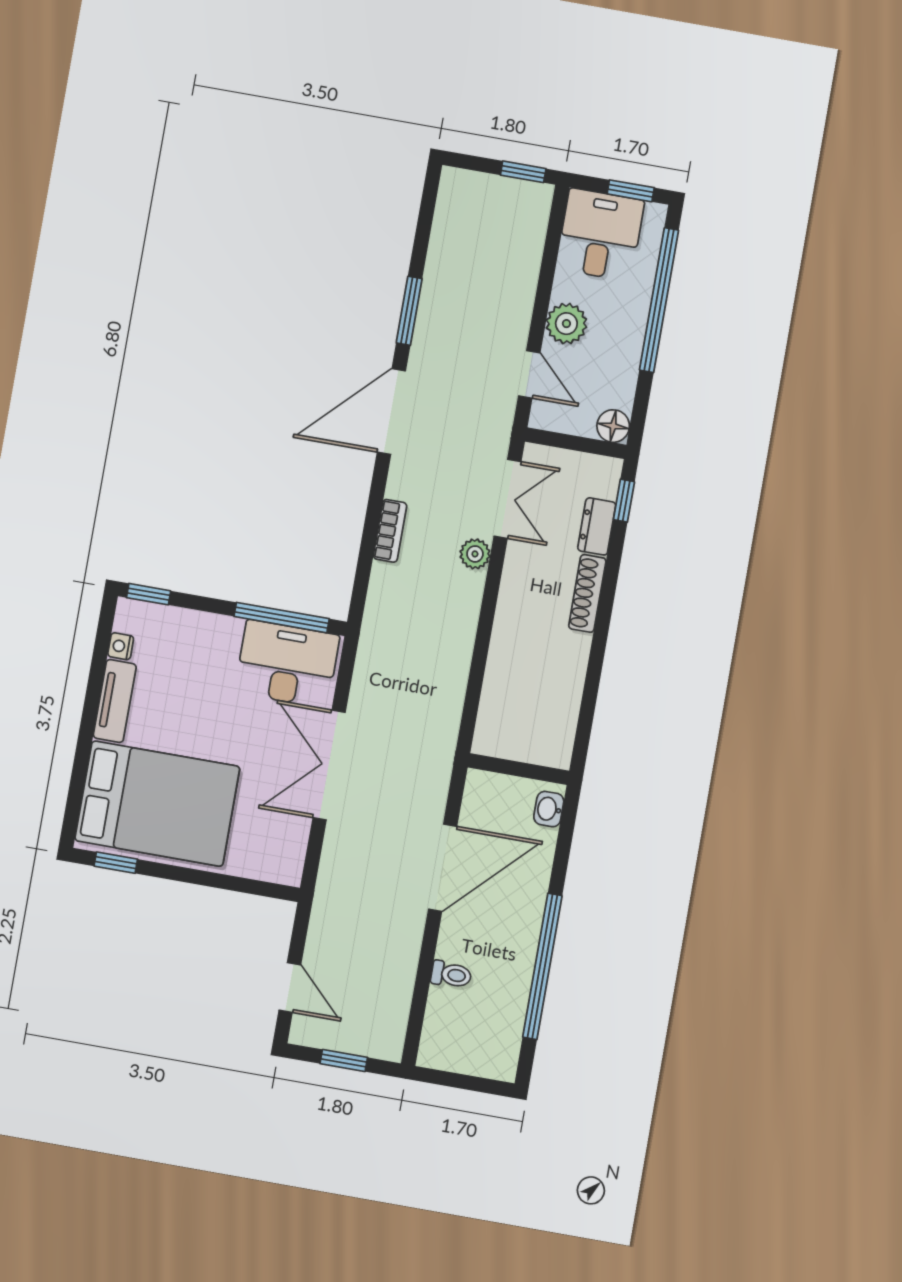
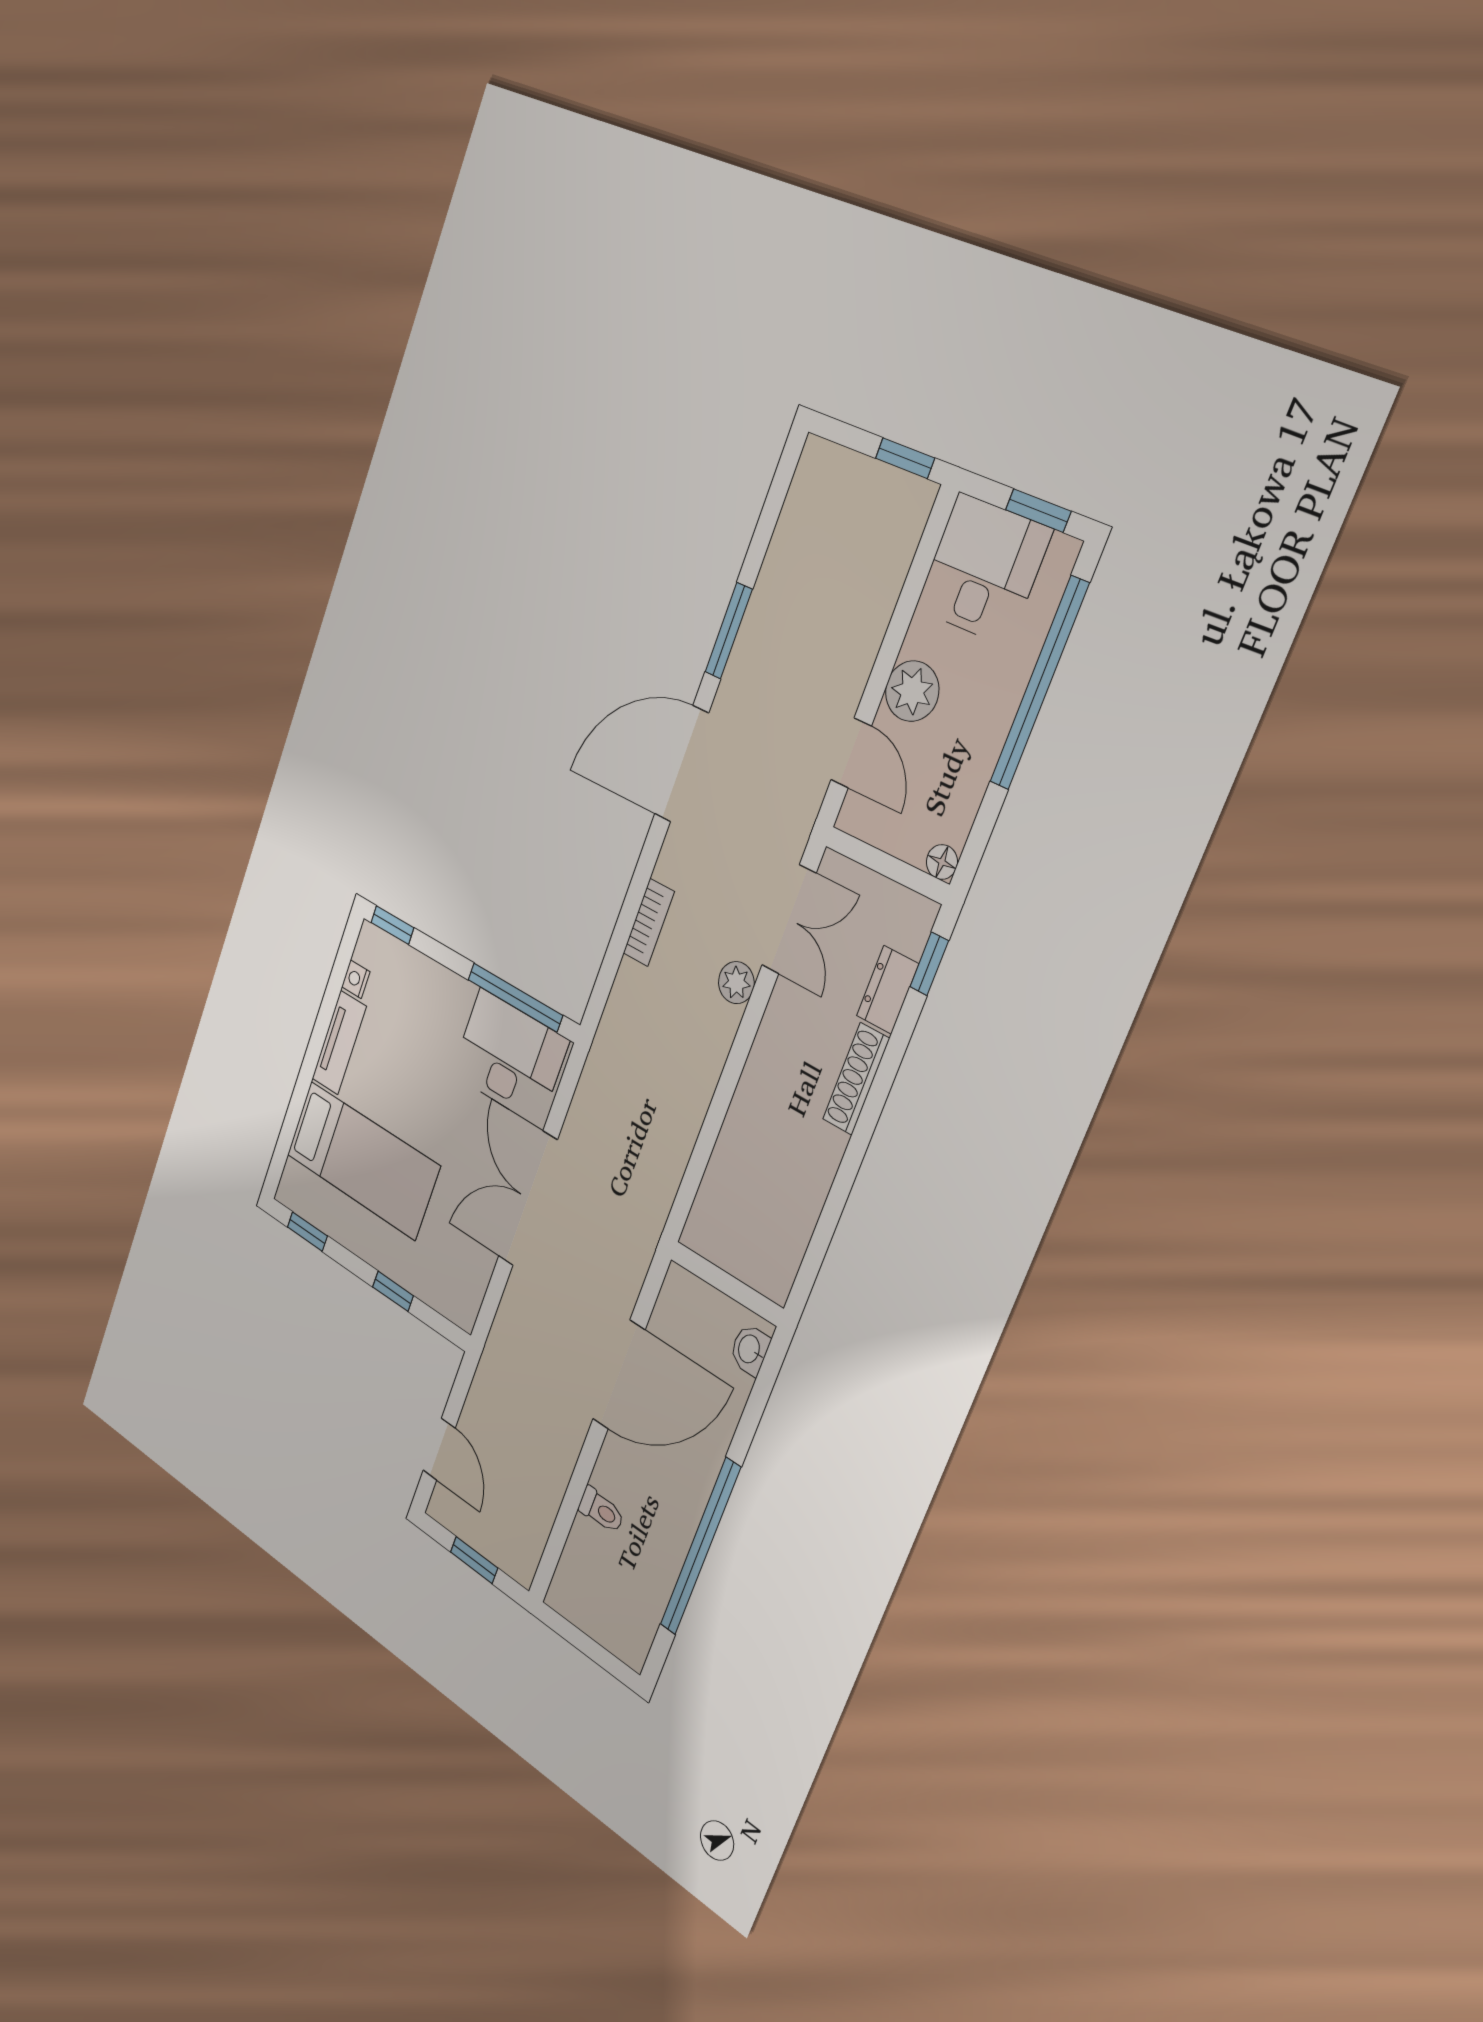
floor lamp: (613, 426) -> (942, 862), width x0.73, depth x0.73
bed: (157, 804) -> (362, 1160), width x0.67
window: (215, 880) -> (393, 1291), added

